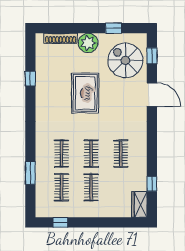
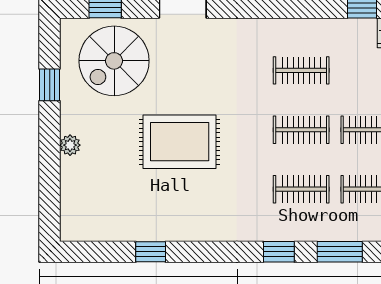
shoe rack: (61, 38) -> (70, 191), removed
plant: (88, 43) -> (70, 145), width x0.53, depth x0.53
window: (30, 142) -> (279, 252), added

